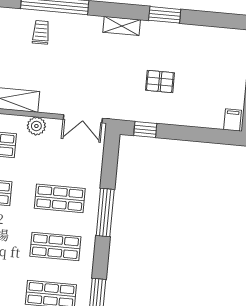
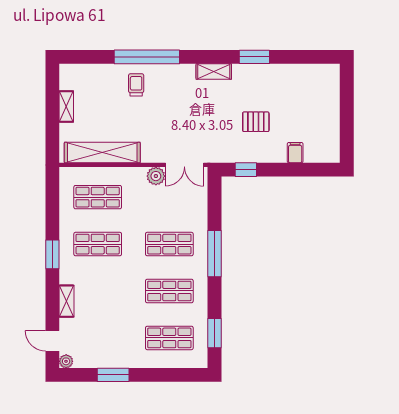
filing cabinet: (232, 120) -> (295, 153), moved
plant: (36, 126) -> (156, 176), moved

